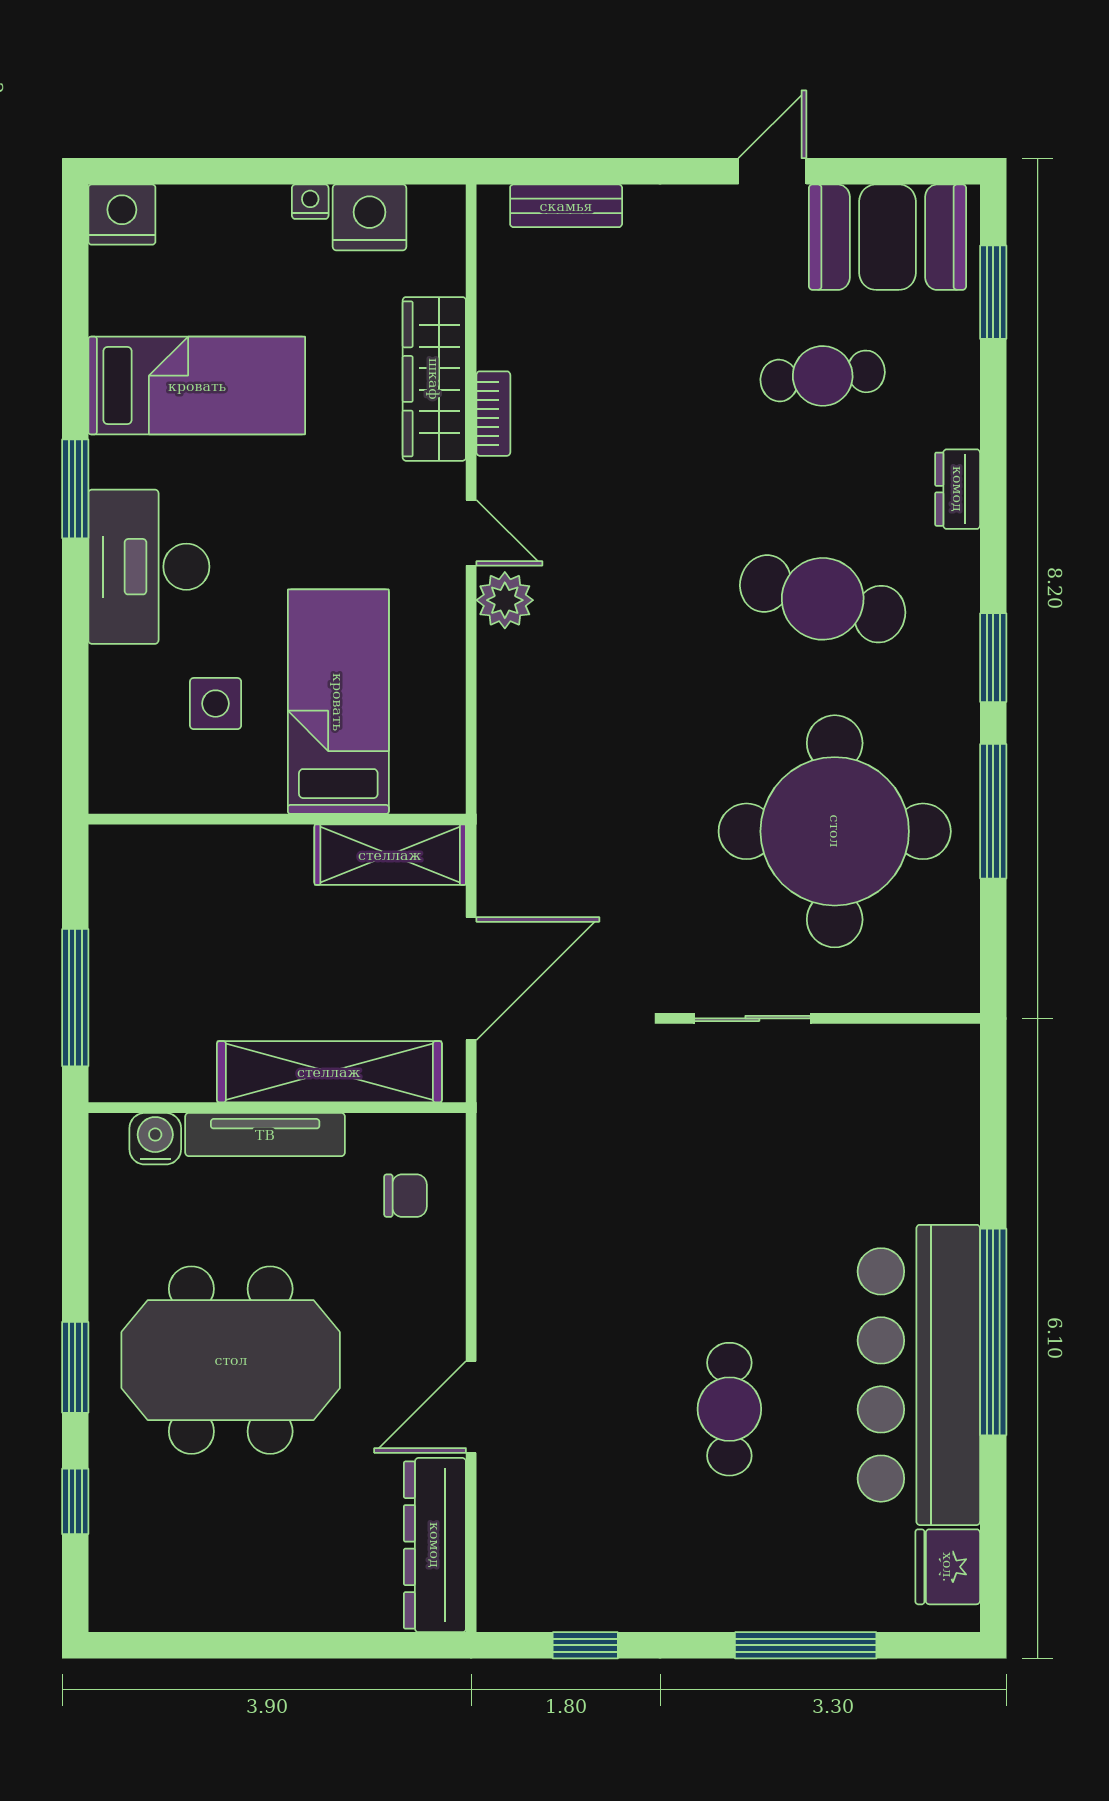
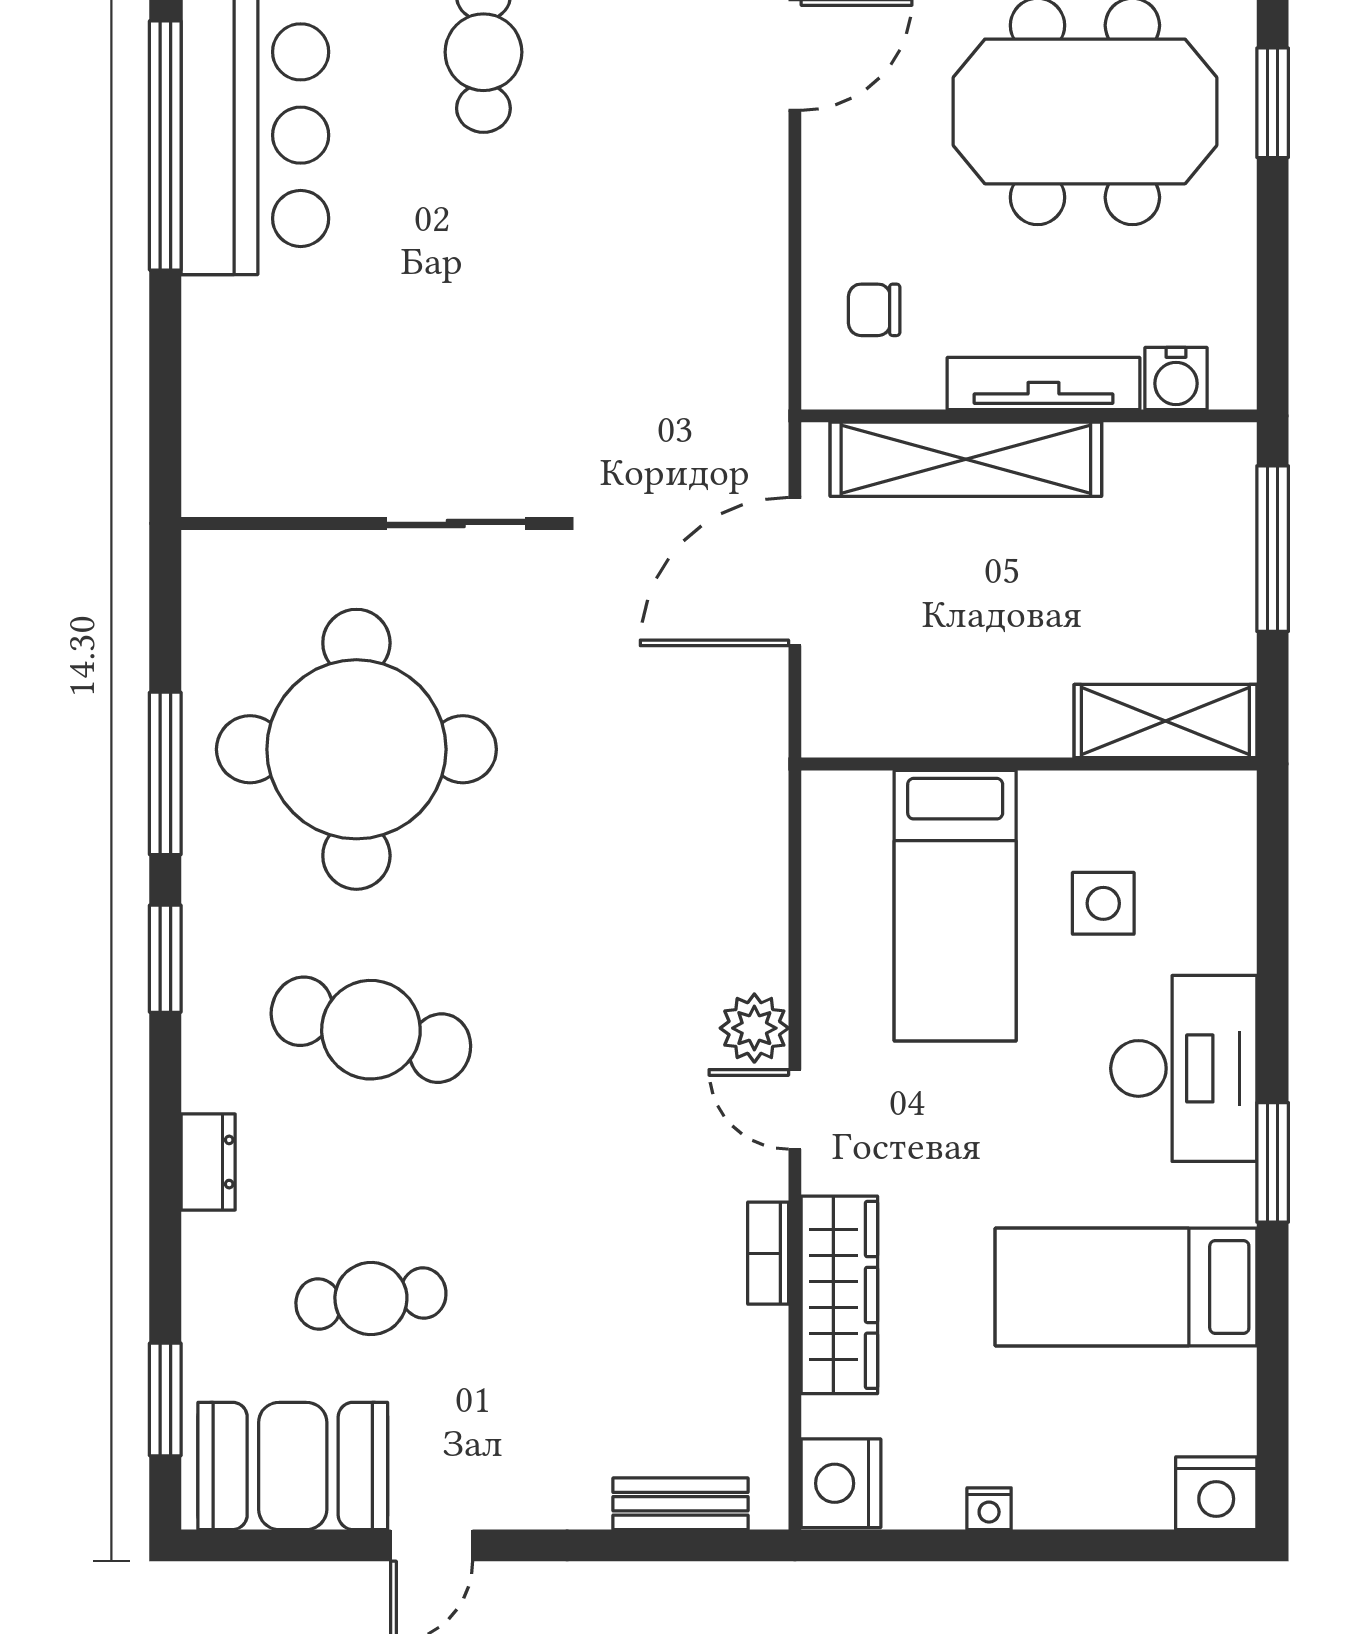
nightstand: (369, 217) -> (841, 1483), moved, turned 90
shelving: (390, 855) -> (1165, 721), moved

